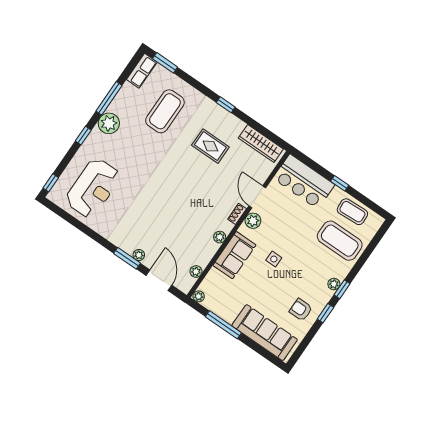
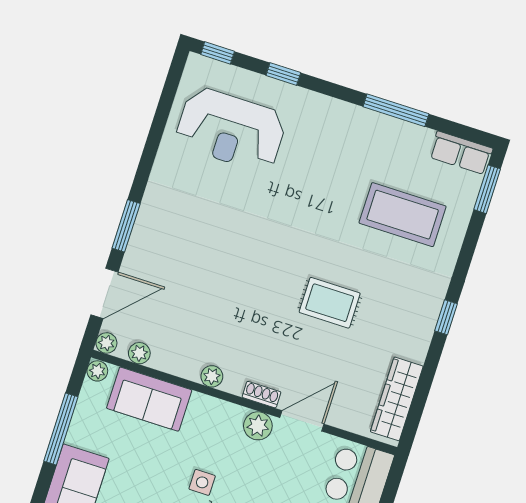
plant: (109, 123) -> (352, 123), removed
window: (83, 136) -> (283, 74), moved
rug: (210, 146) -> (330, 303), moved, turned 90
plant: (139, 255) -> (106, 343), moved
sofa: (234, 255) -> (149, 399), moved

